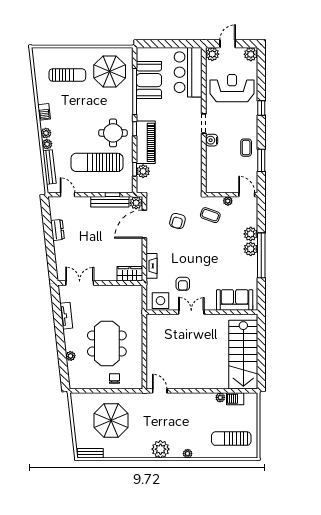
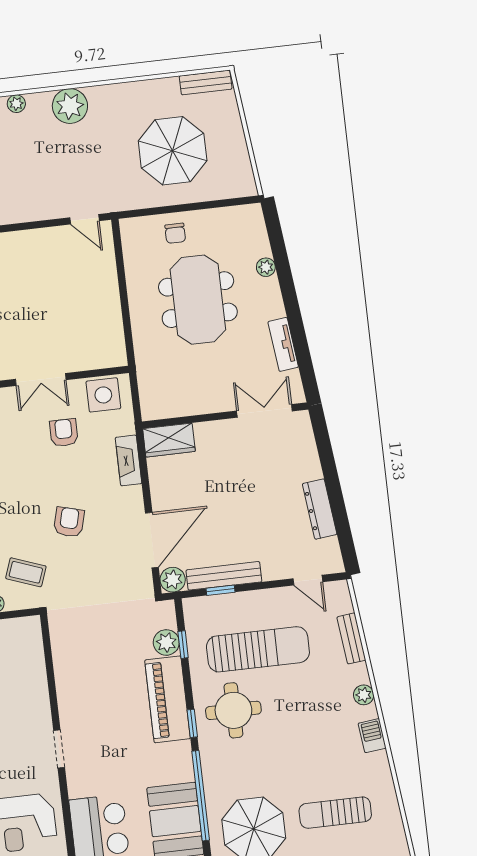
water cooler: (212, 140) -> (40, 718), removed
plant: (47, 144) -> (359, 674), removed
bench: (49, 167) -> (351, 638), width x0.73
armchair: (177, 221) -> (69, 522), moved
dresser: (57, 230) -> (320, 509), width x1.44
double door: (80, 283) -> (264, 411), swing flipped

